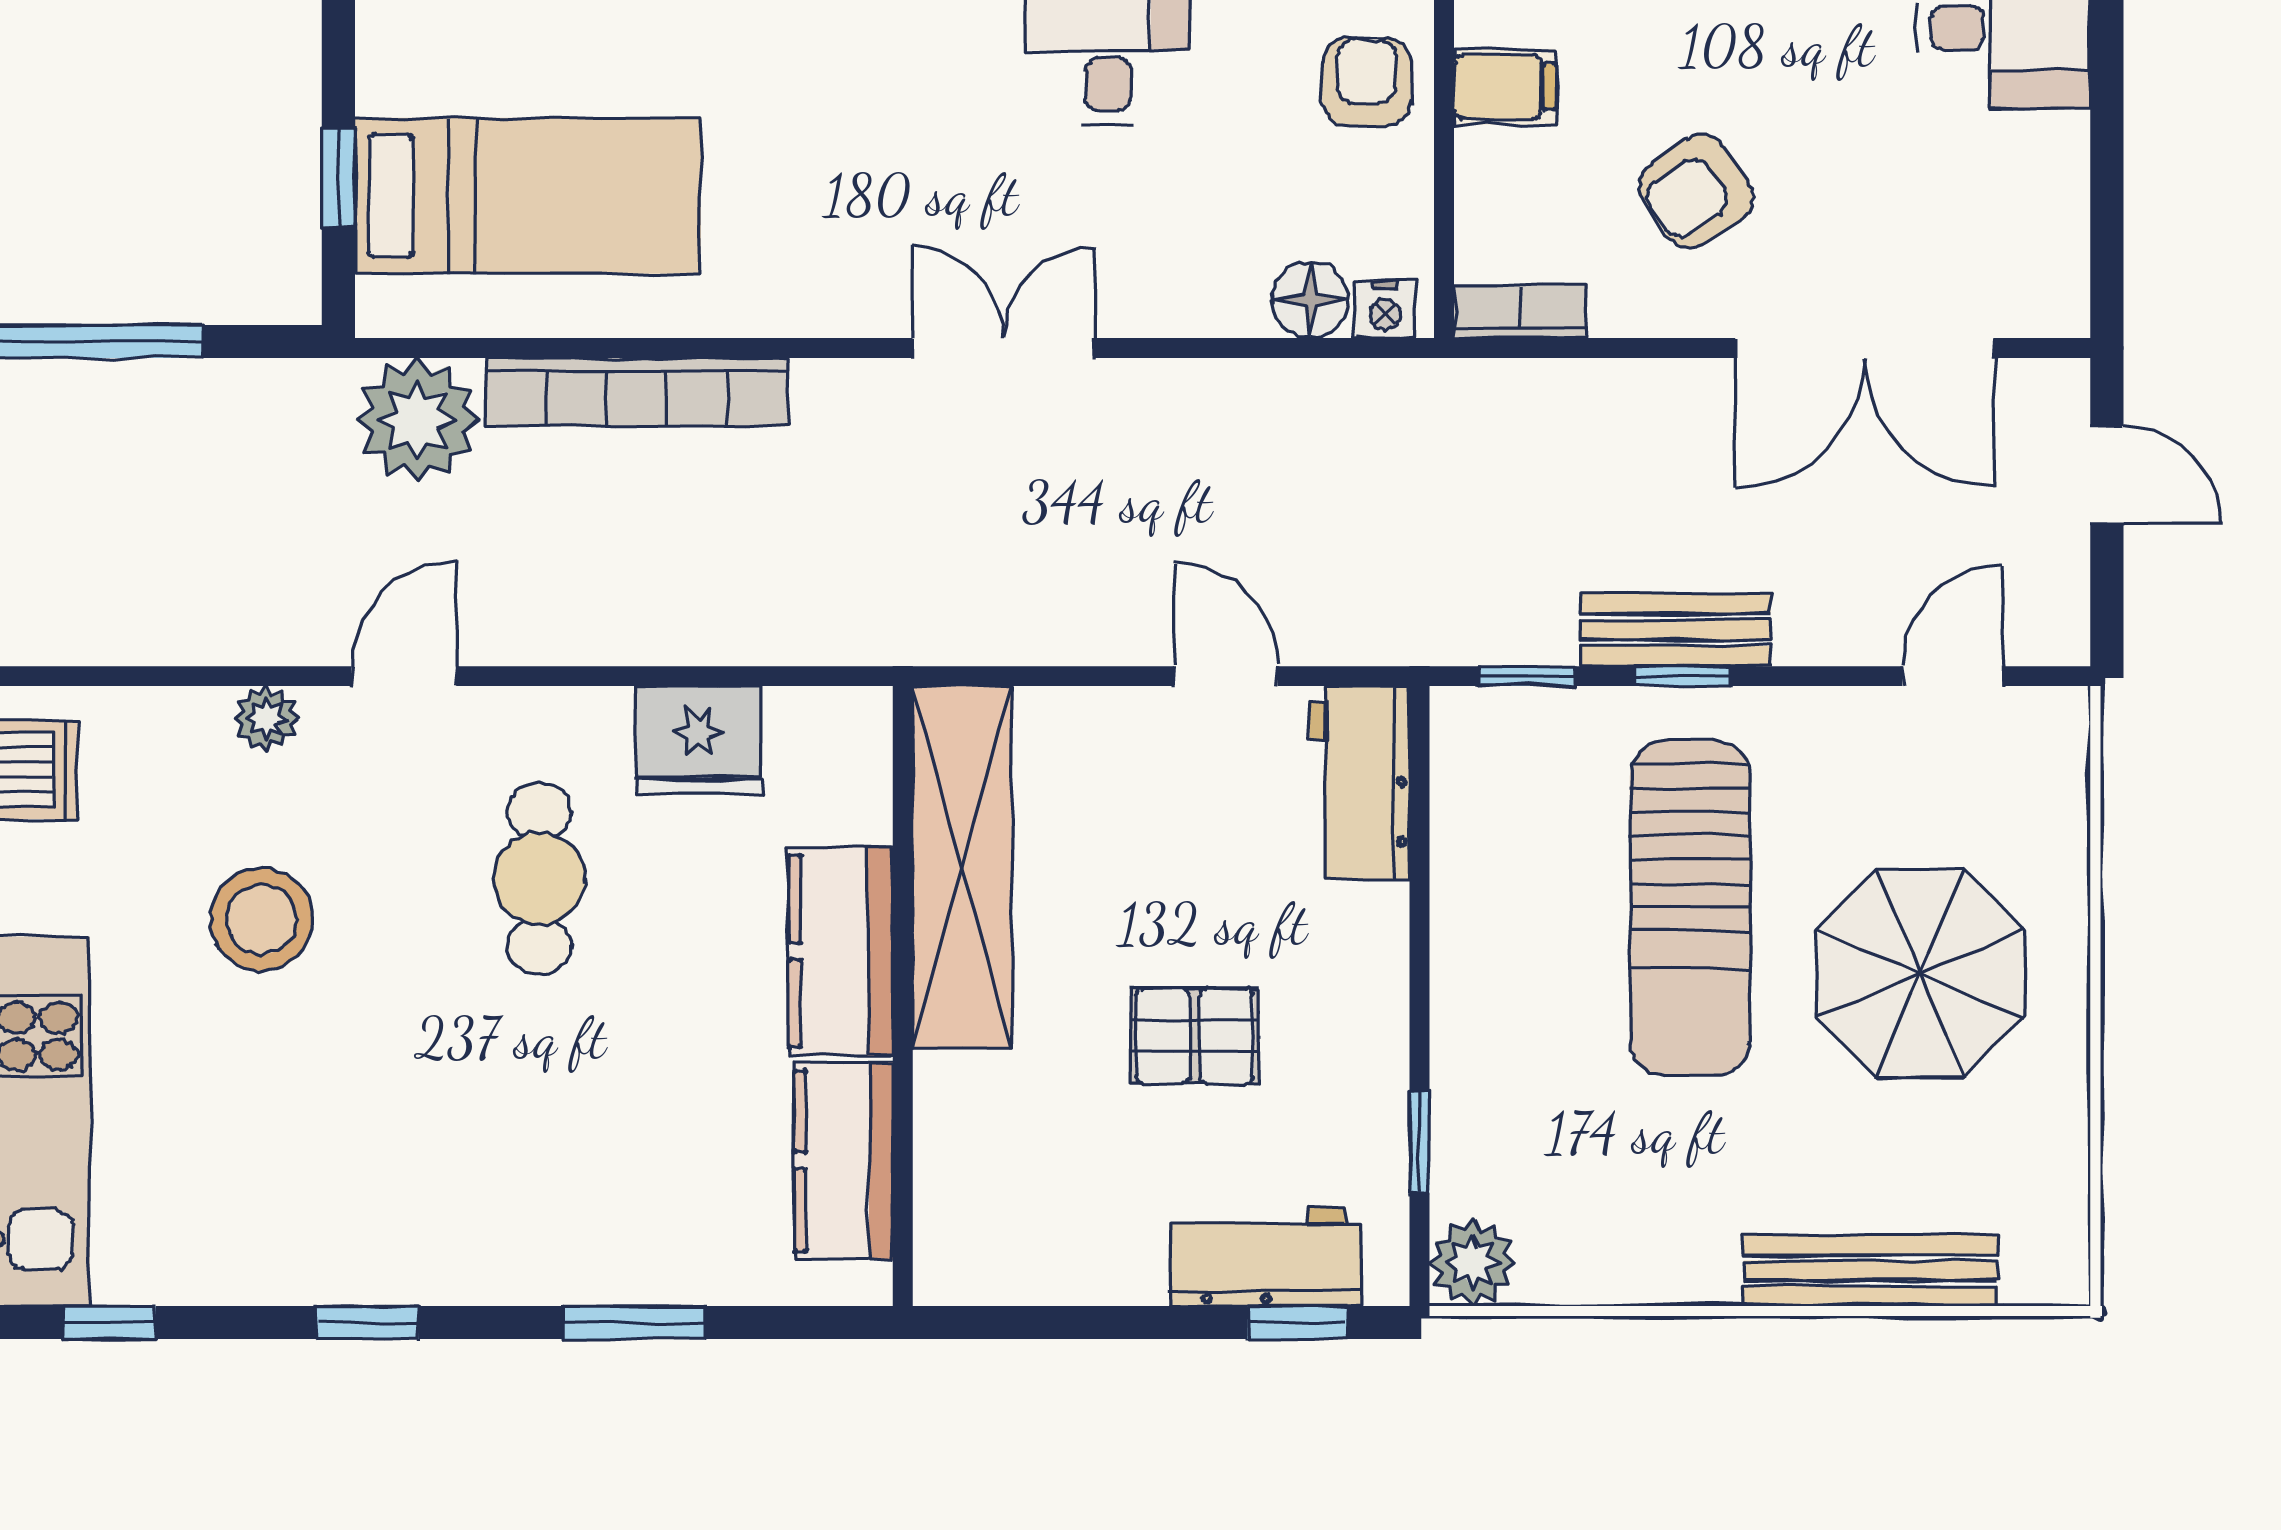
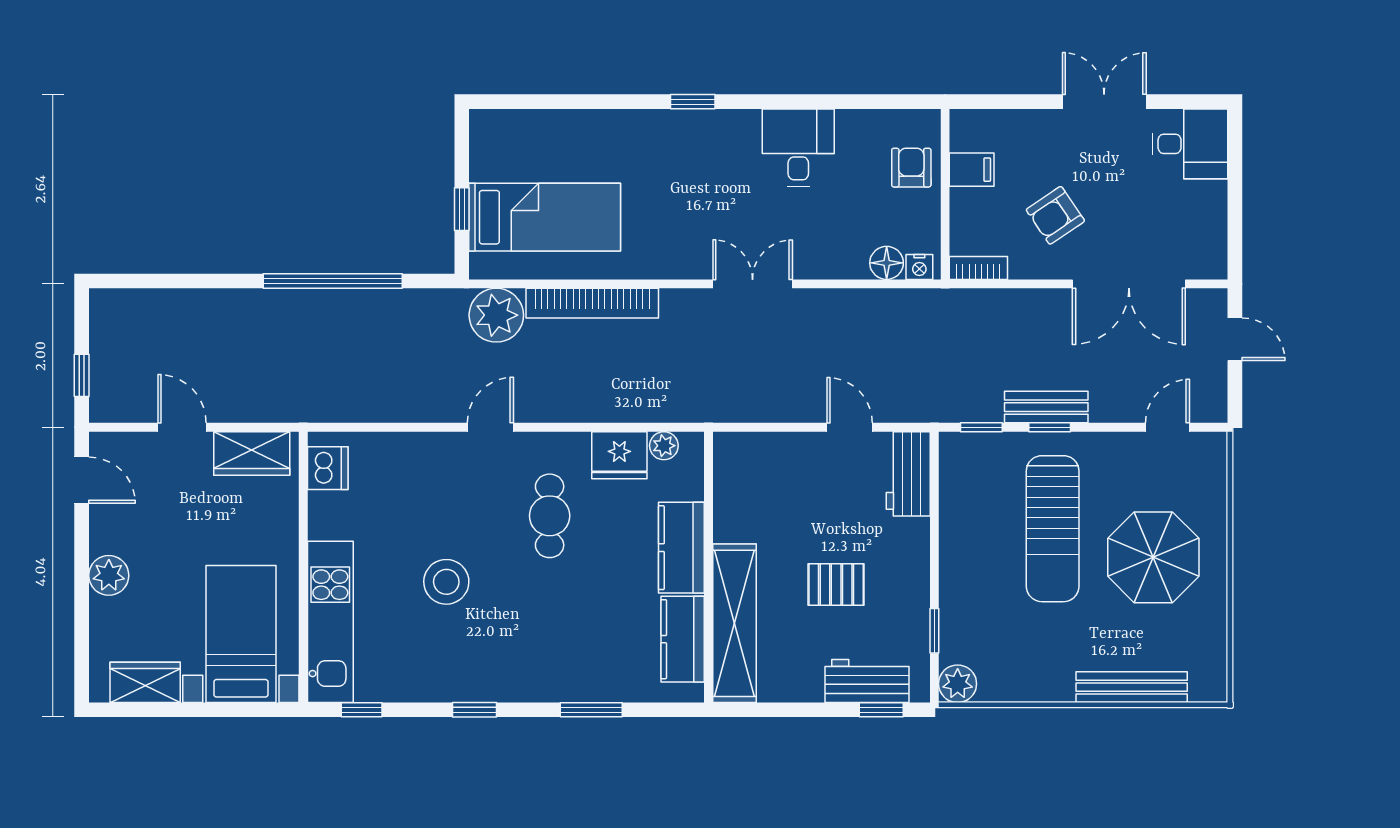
plant: (266, 718) -> (664, 446), moved
shelving: (962, 868) -> (734, 623), moved
stool: (262, 920) -> (446, 582), moved

